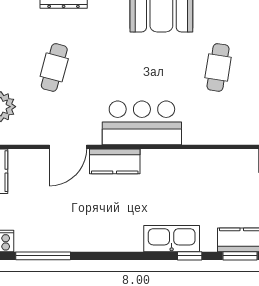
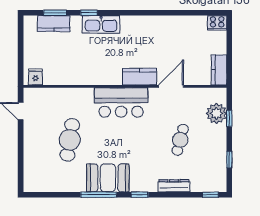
cafe table: (218, 67) -> (70, 140), width x1.37, depth x1.35
window: (43, 256) -> (188, 13), removed

